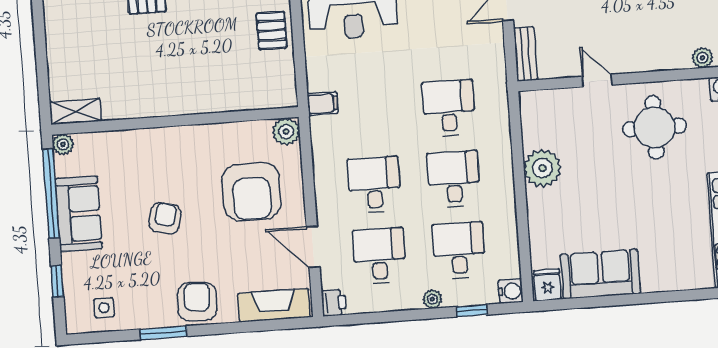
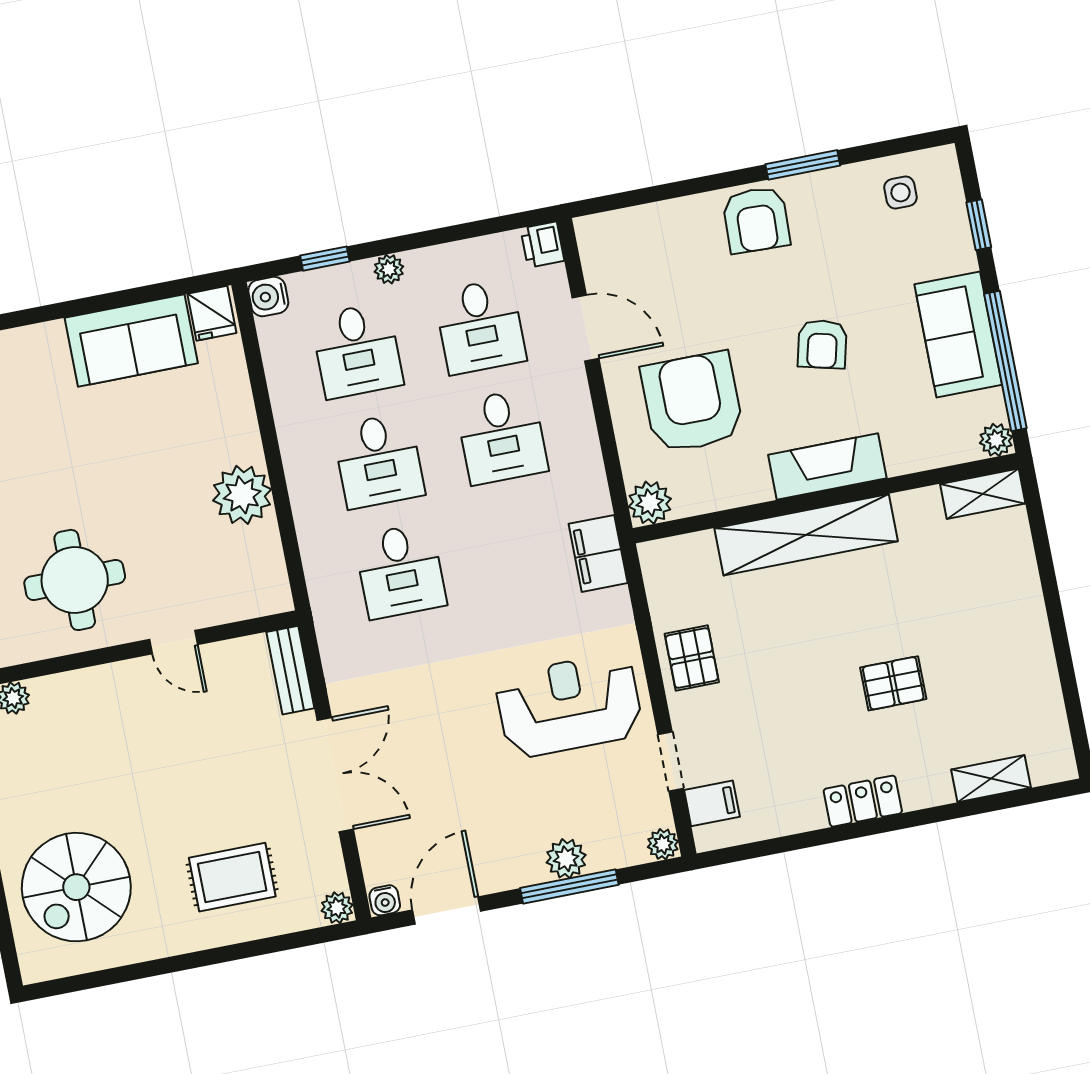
shelving: (190, 99) -> (806, 535), added
filing cabinet: (323, 104) -> (598, 553), width x2.00
fireplace: (274, 305) -> (827, 467), moved, turned 180

